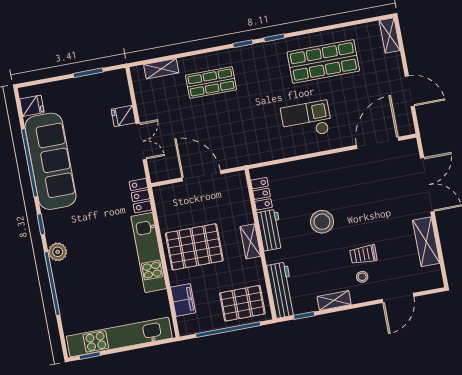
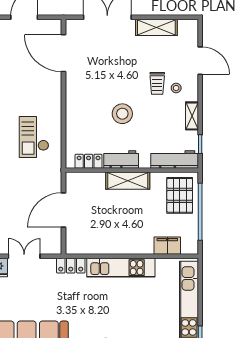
checkout: (307, 120) -> (34, 137), moved
shelving: (250, 241) -> (128, 181), width x1.50, depth x1.33
pallet: (194, 247) -> (123, 228), removed

